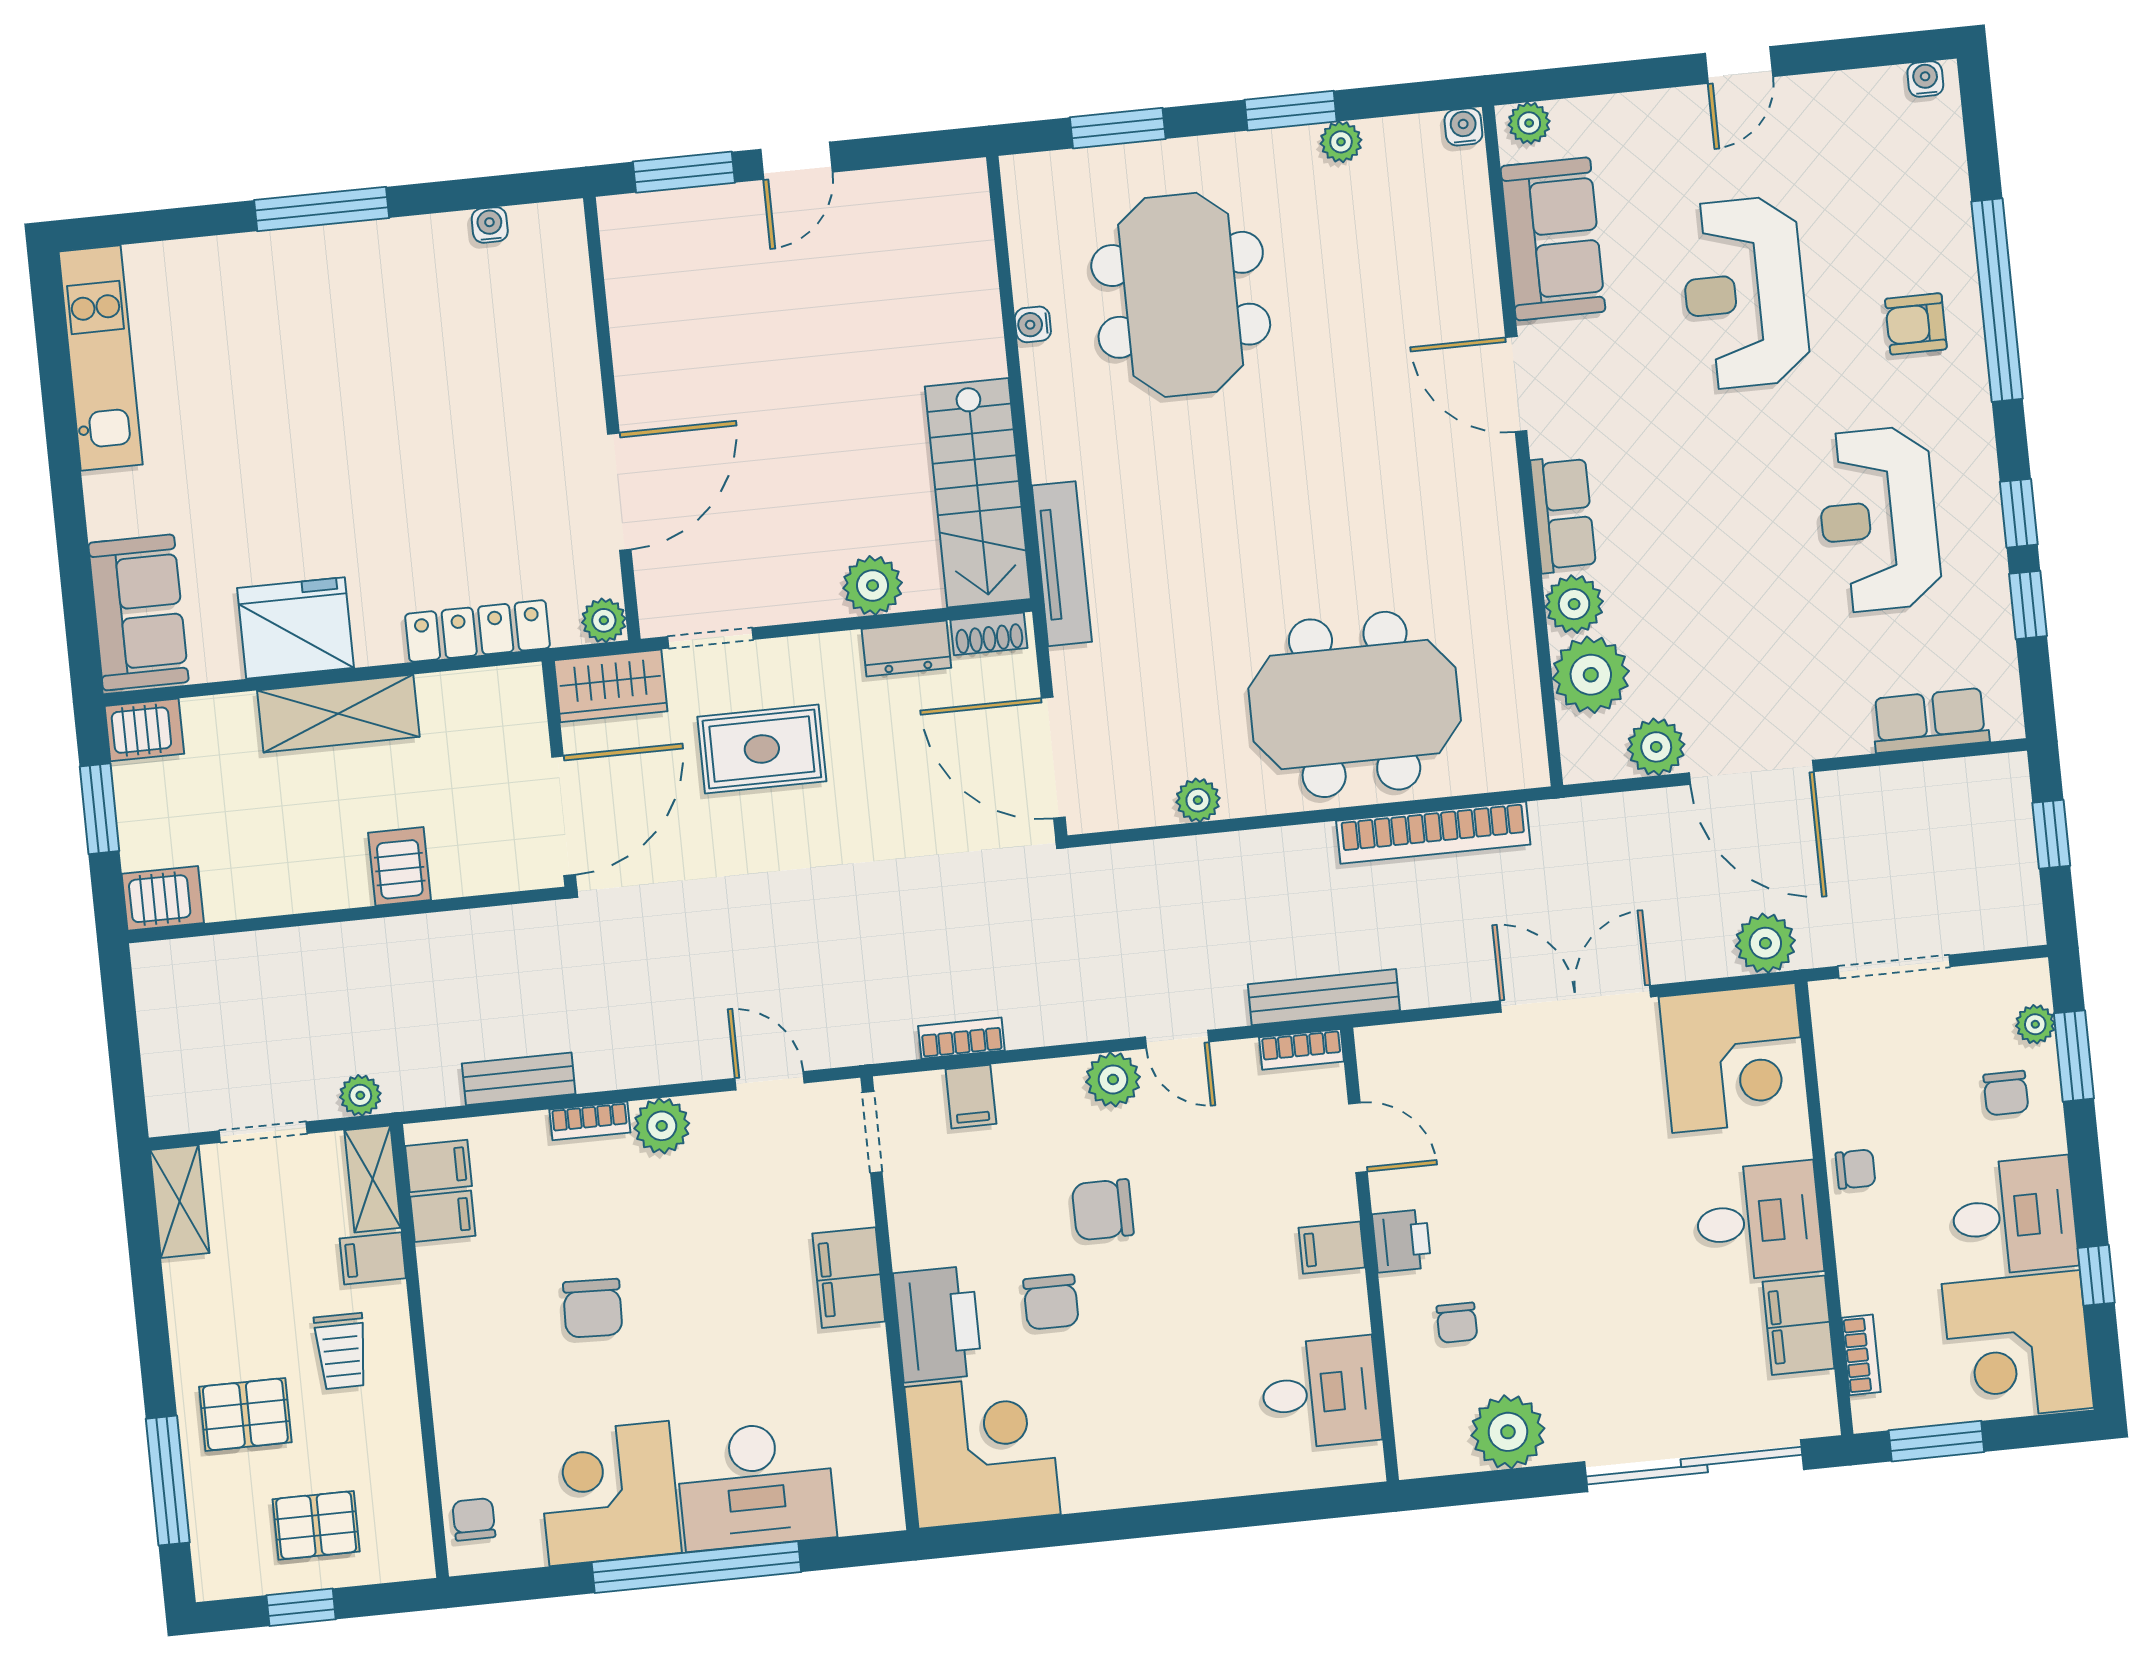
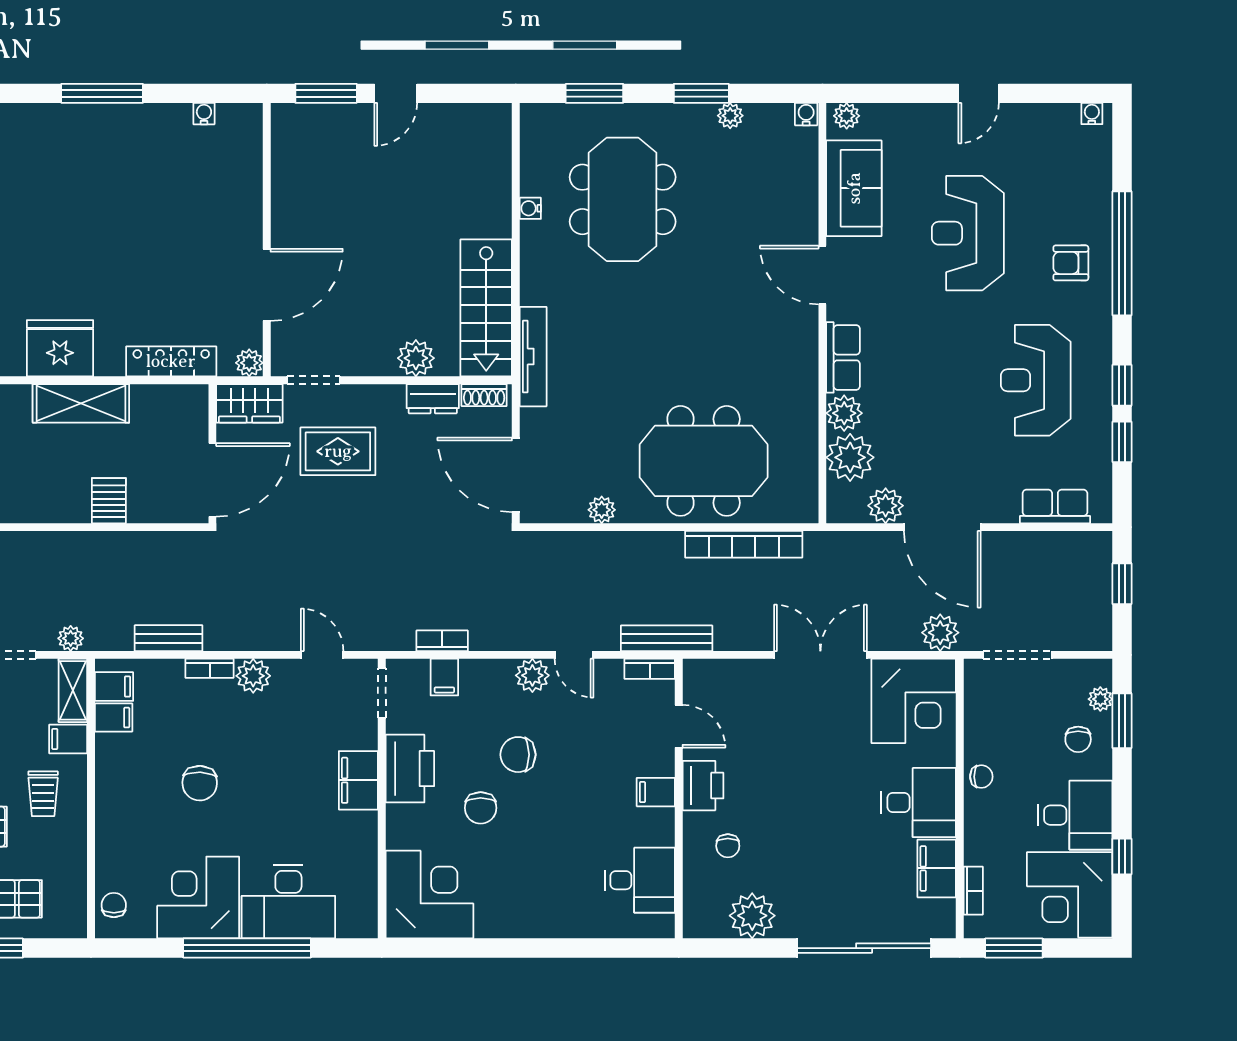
printer: (1402, 1241) -> (703, 786), width x1.36, depth x1.24
printer: (938, 1324) -> (410, 769), moved

